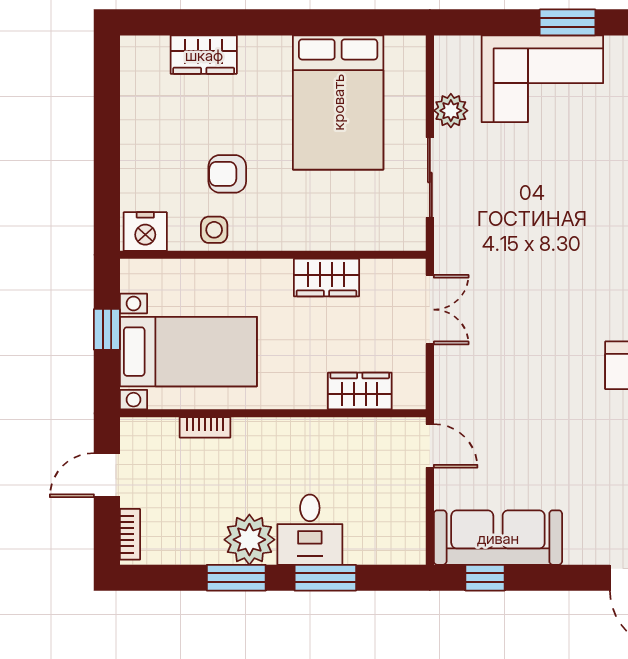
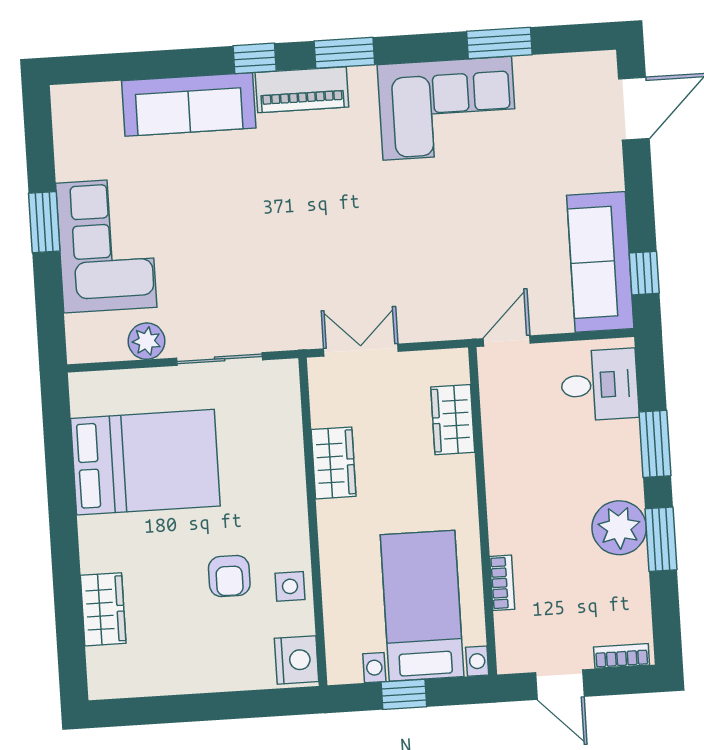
desk: (310, 530) -> (600, 385), moved

